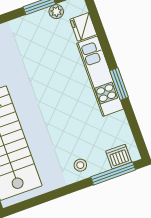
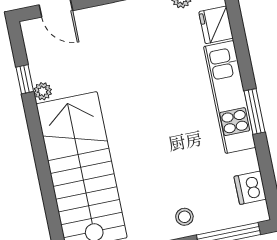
dishwasher: (119, 157) -> (250, 188), moved, turned -90

